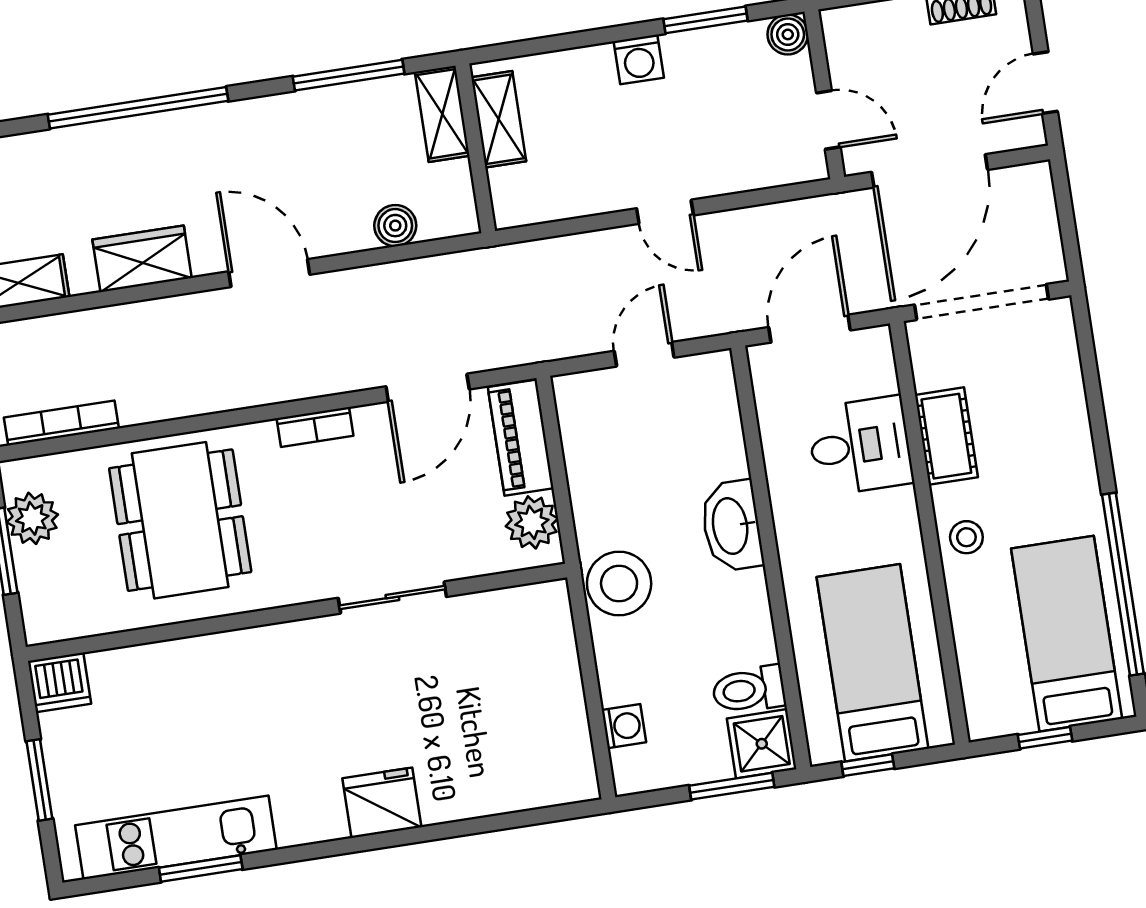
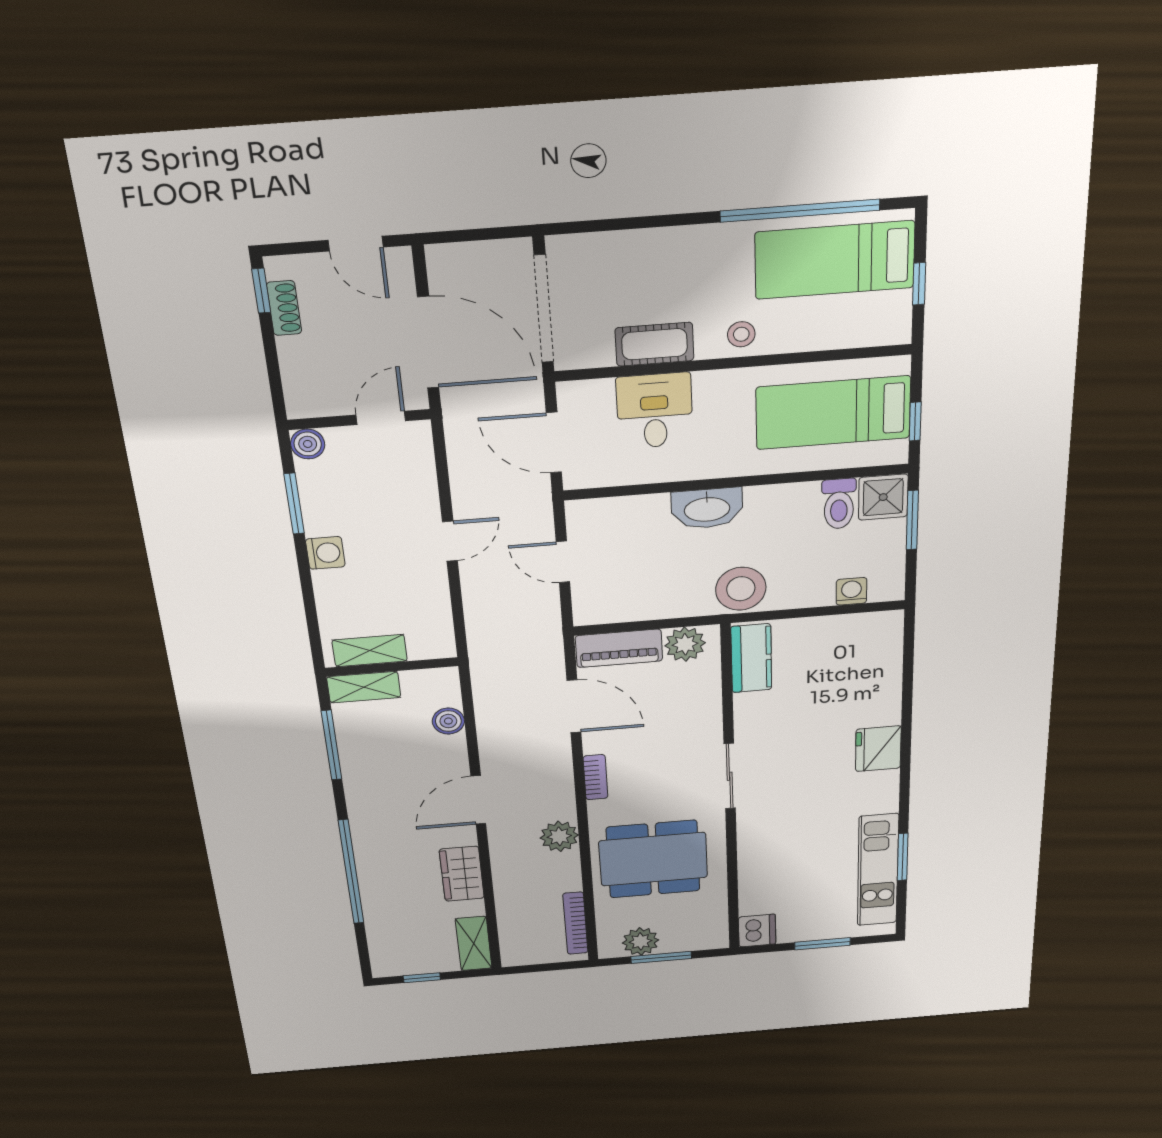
plant: (213, 387) -> (559, 836), added
sliding door: (392, 597) -> (730, 776), moved
kitchen counter: (516, 611) -> (751, 658), added

